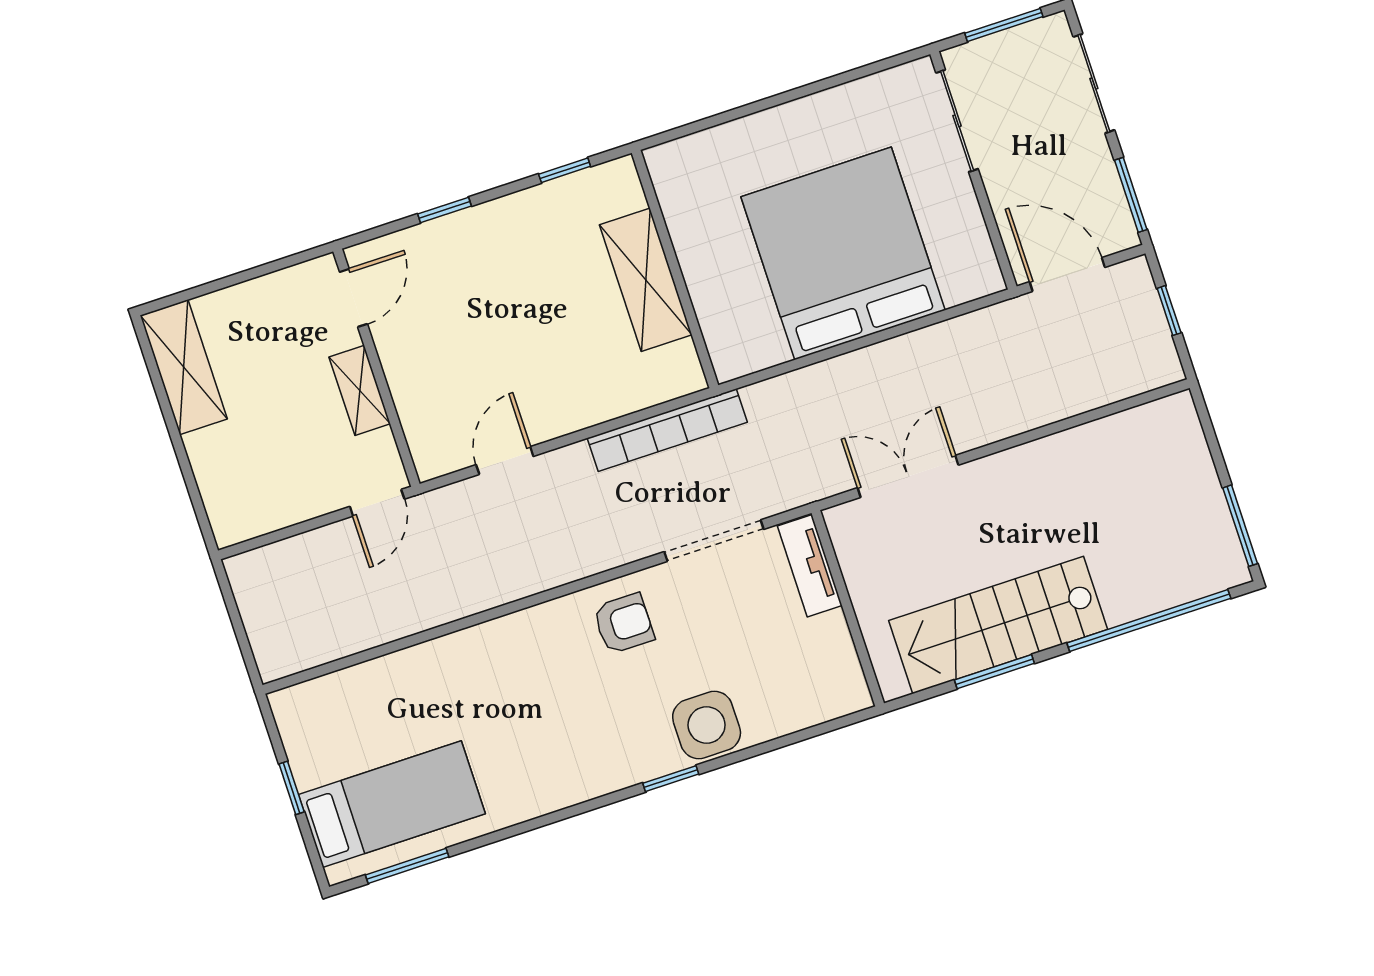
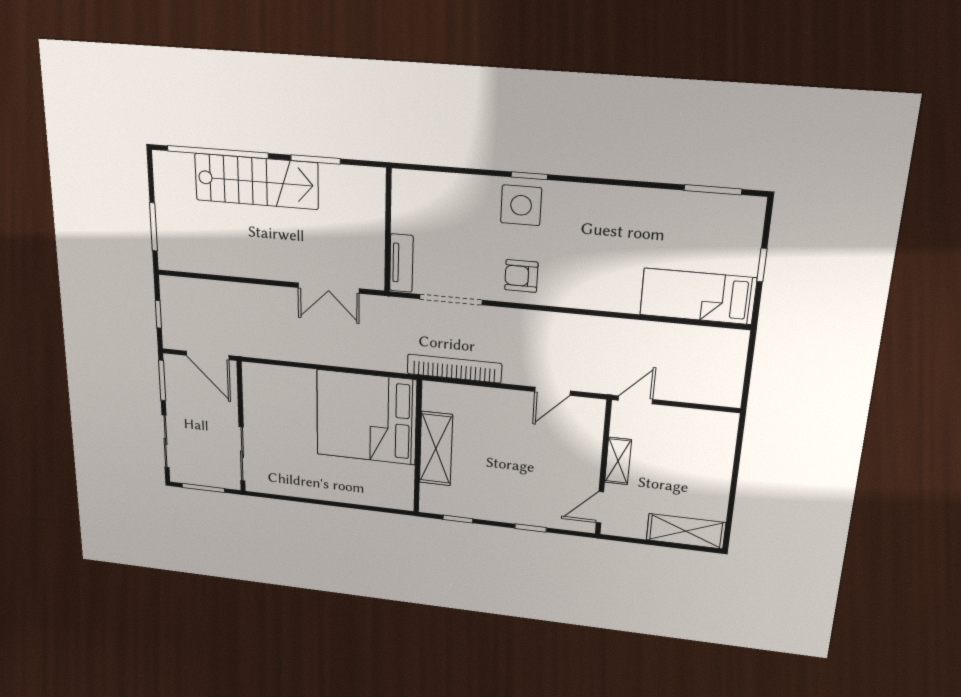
bed: (843, 253) -> (366, 417), moved, turned 90
shelving: (184, 367) -> (686, 531), moved, turned 90
window: (1240, 526) -> (154, 227), moved
stairs: (998, 625) -> (256, 181), moved
side table: (707, 725) -> (521, 205), moved
bed: (392, 804) -> (698, 296), moved

